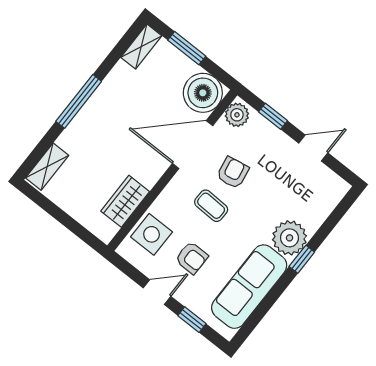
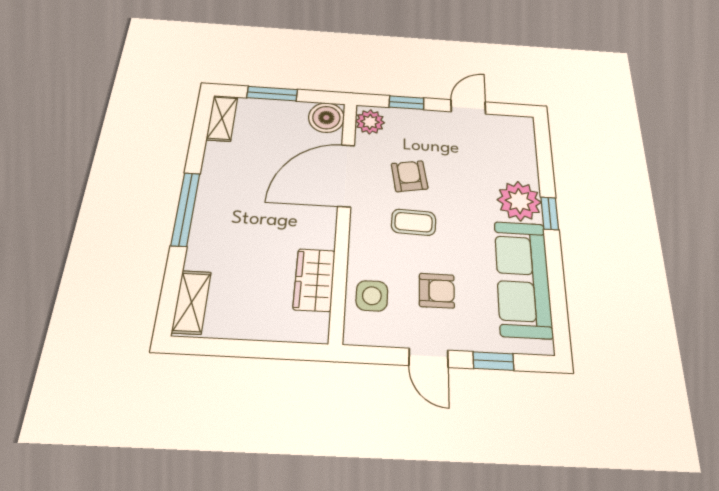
boiler: (203, 93) -> (326, 118), width x0.73, depth x0.73
side table: (152, 234) -> (372, 296), width x0.73, depth x0.73
door: (157, 292) -> (429, 358), swing flipped

